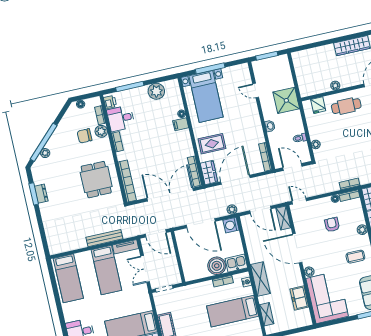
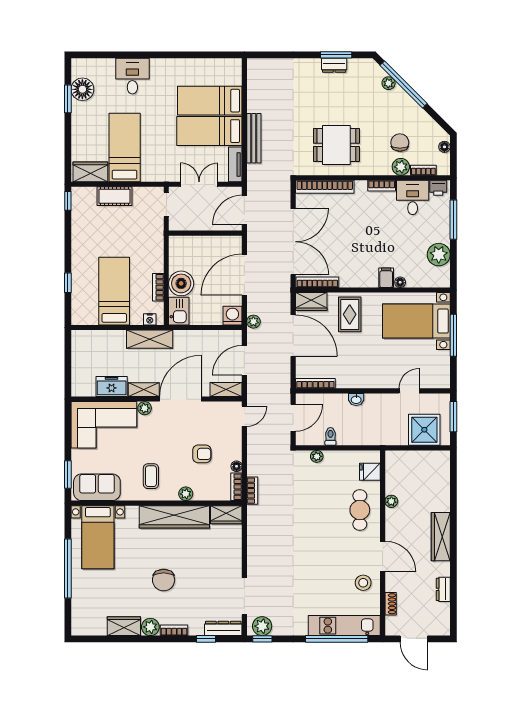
shower: (286, 100) -> (424, 430), moved
bed: (68, 278) -> (210, 101), moved
shelving: (267, 314) -> (144, 390), moved

